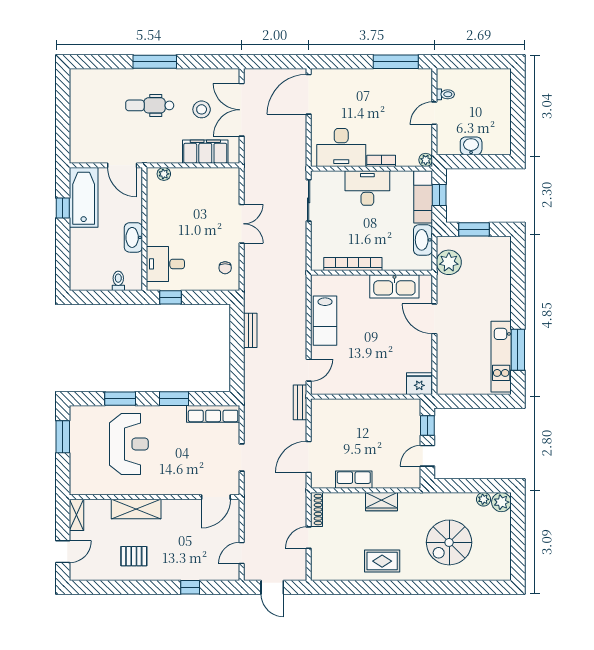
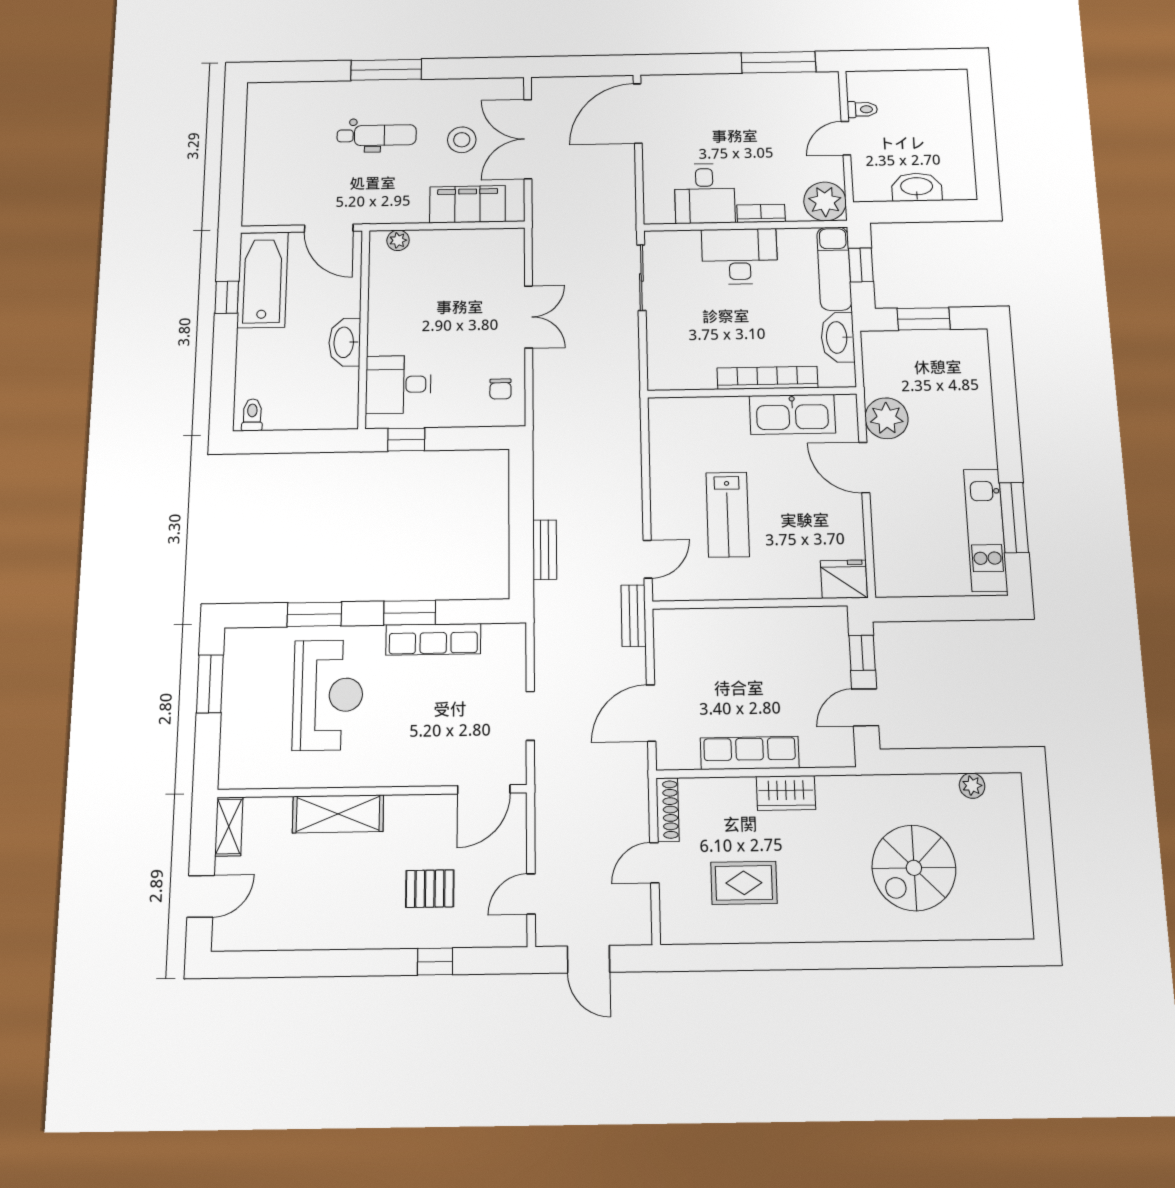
dental chair: (150, 105) -> (377, 135), turned 180
washbasin: (471, 146) -> (917, 187), width x1.38
desk: (341, 147) -> (705, 193), width x0.73
plant: (426, 160) -> (825, 201), width x1.88, depth x1.88
plant: (449, 262) -> (886, 418), moved
bookcase: (353, 264) -> (767, 378), moved
toilet: (118, 281) -> (252, 415), moved
lab bench: (325, 321) -> (728, 515), moved
bench: (250, 330) -> (545, 550), moved
row of seats: (213, 414) -> (433, 639), moved
row of seats: (354, 480) -> (750, 753), width x1.48
plant: (501, 502) -> (1005, 790), removed
pallet: (134, 556) -> (430, 889), moved
rug: (382, 561) -> (744, 883), moved

